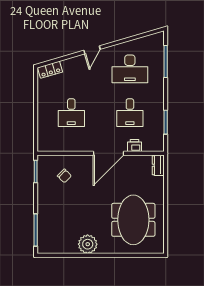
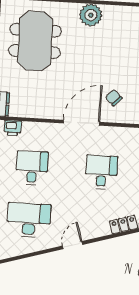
printer: (134, 146) -> (13, 128), moved
door: (109, 153) -> (82, 123), moved

